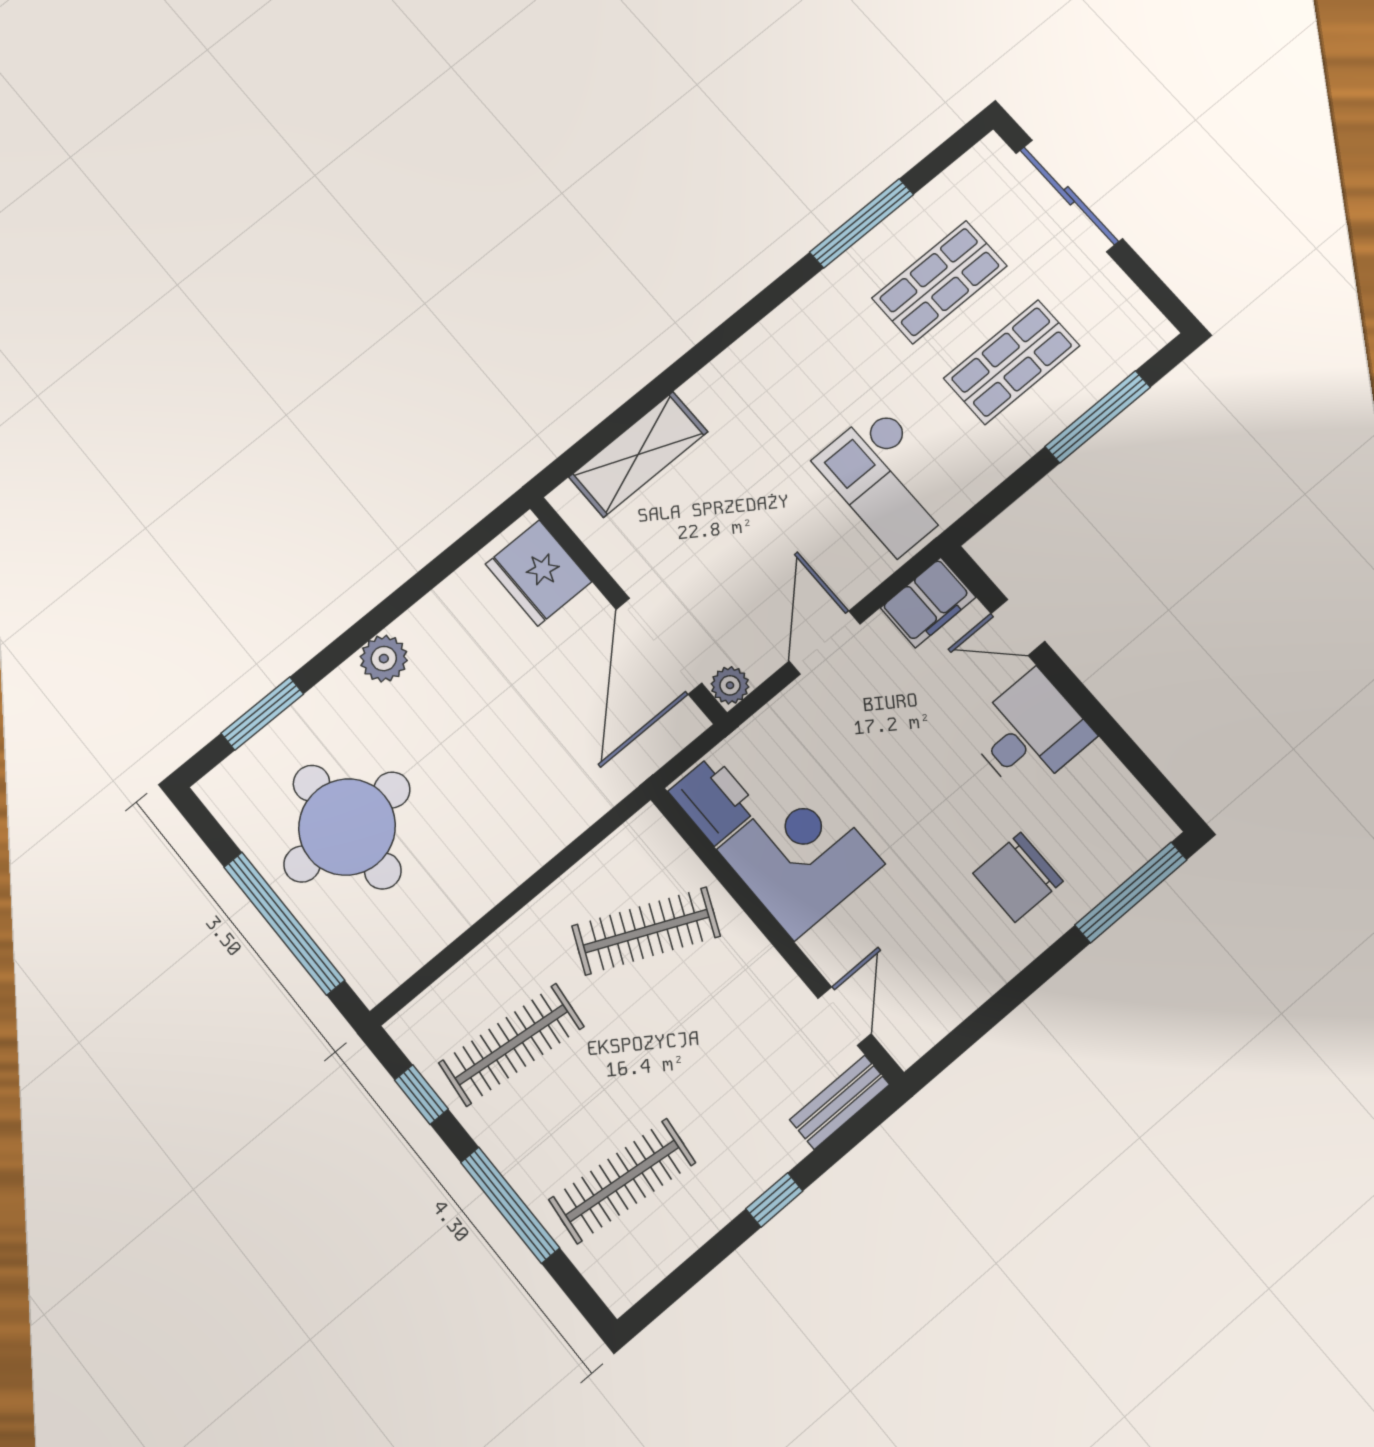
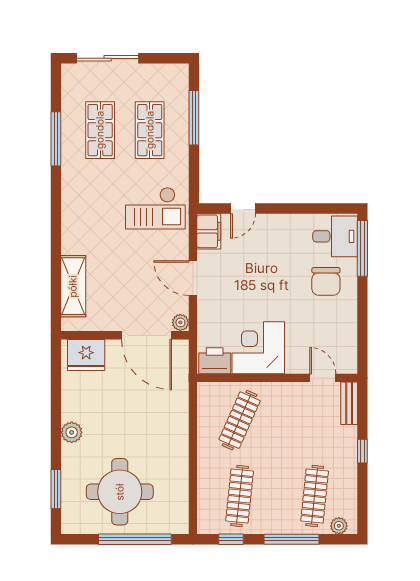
desk: (1029, 733) -> (335, 236), moved, turned 90
plant: (605, 1272) -> (339, 526), added

